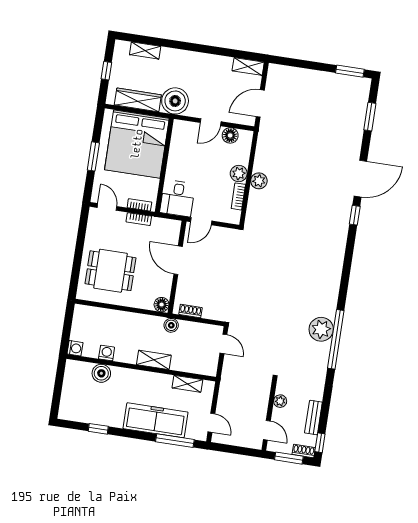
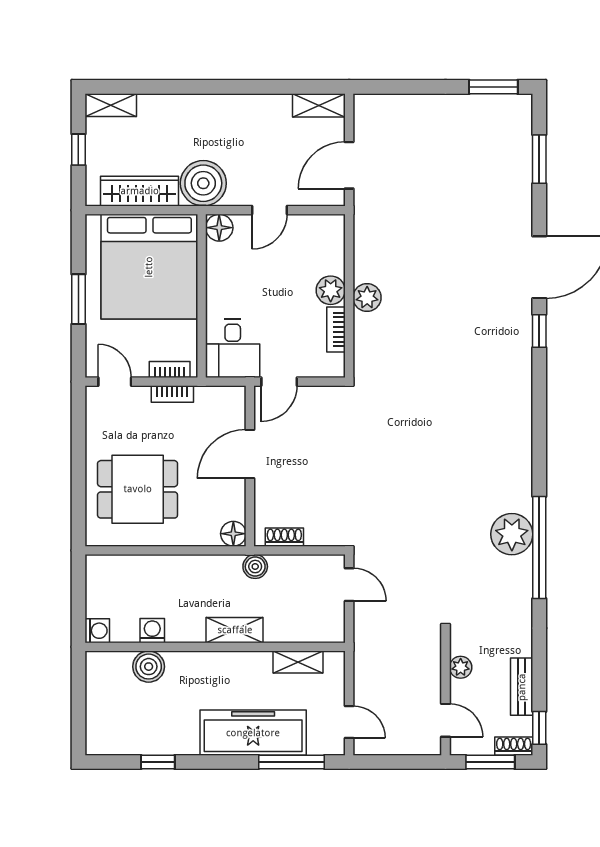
shelving: (145, 51) -> (111, 105), moved
floor lamp: (230, 135) -> (219, 228), moved
door: (178, 260) -> (250, 454), hinge flipped

